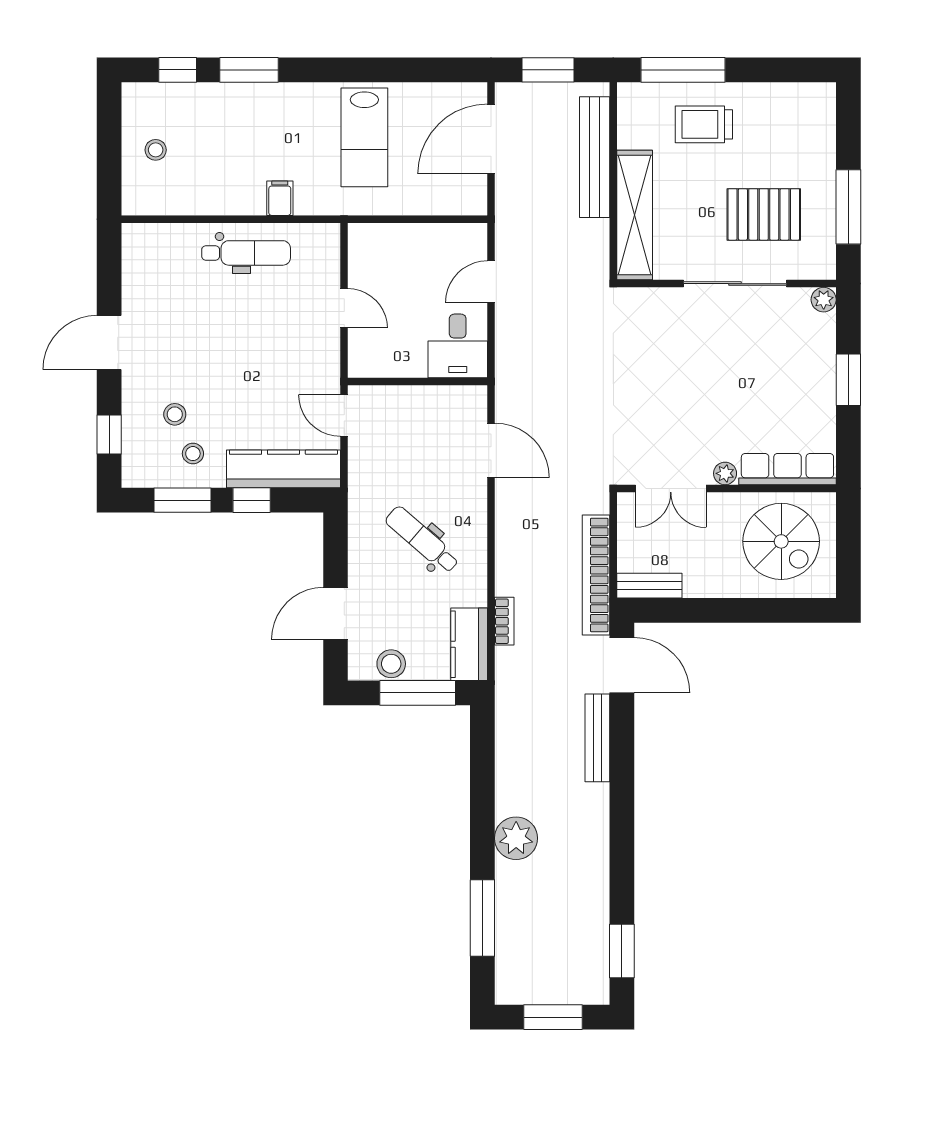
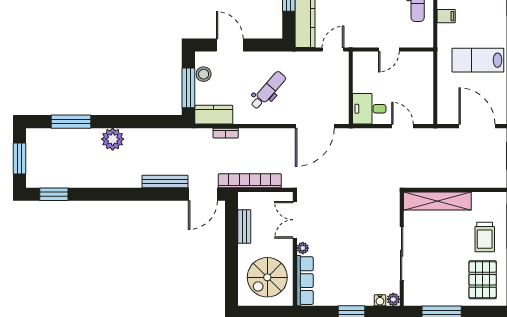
trolley: (704, 124) -> (485, 237), turned 180
bench: (595, 157) -> (468, 180), removed
pallet: (764, 214) -> (483, 280), moved
water cooler: (825, 325) -> (380, 300), added
door: (491, 450) -> (315, 126), width x1.36
bench: (649, 586) -> (244, 226), moved

